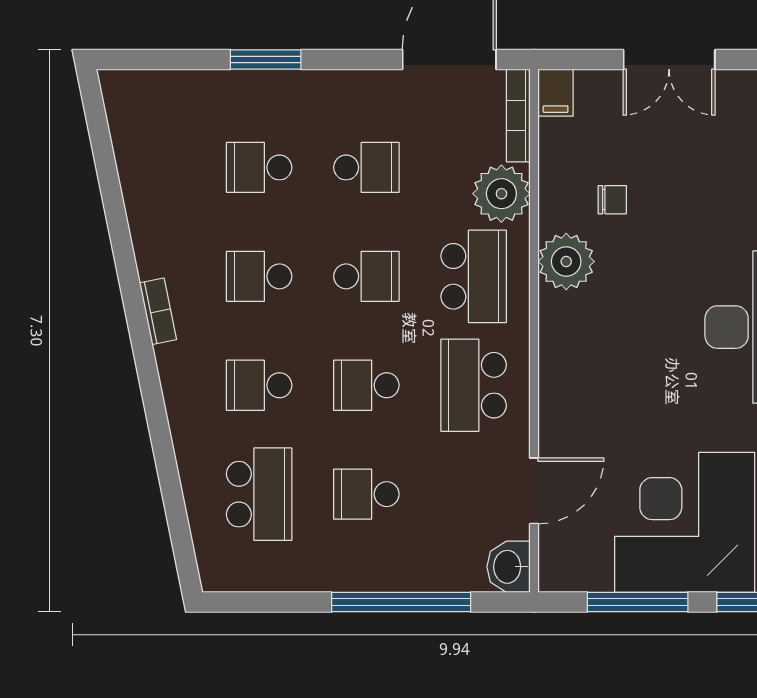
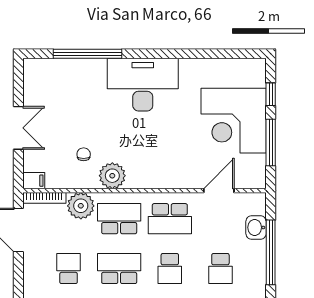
school desk: (366, 276) -> (119, 269), width x1.85
door: (534, 491) -> (219, 191), hinge flipped
washbasin: (509, 567) -> (256, 227), moved, turned 90

